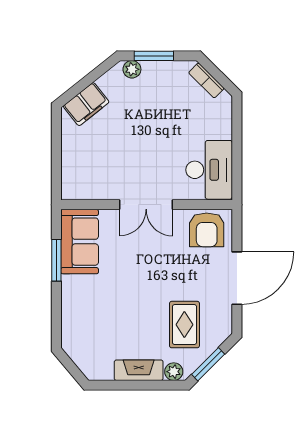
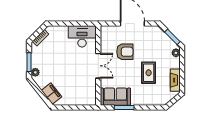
armchair: (207, 230) -> (125, 52), moved
rug: (184, 325) -> (149, 73), moved, turned 90
fireplace: (139, 370) -> (175, 80), moved

